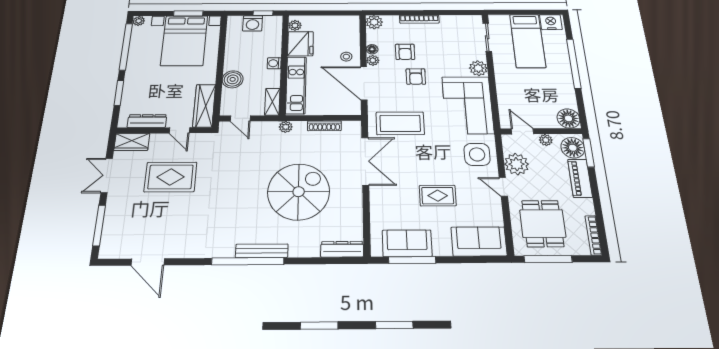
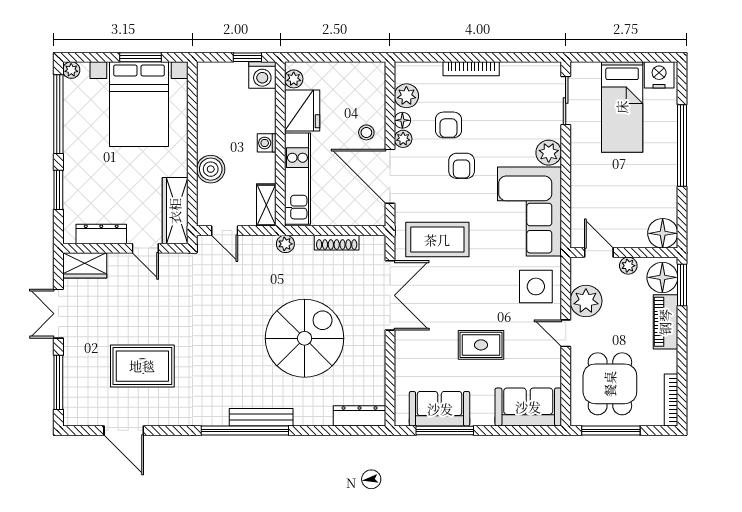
plant: (374, 22) -> (406, 96), moved
washing machine: (253, 23) -> (262, 75), moved
rug: (171, 177) -> (142, 366), moved

